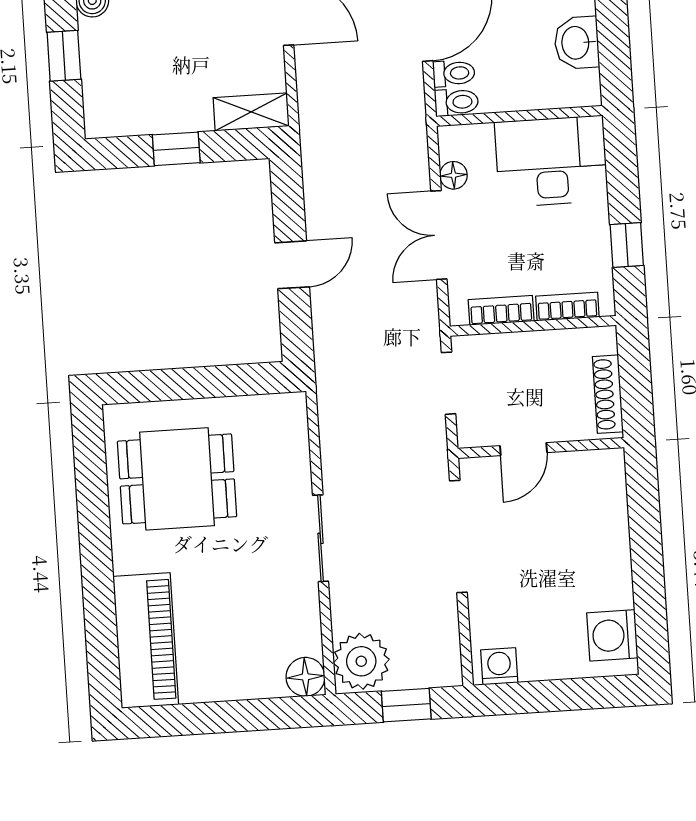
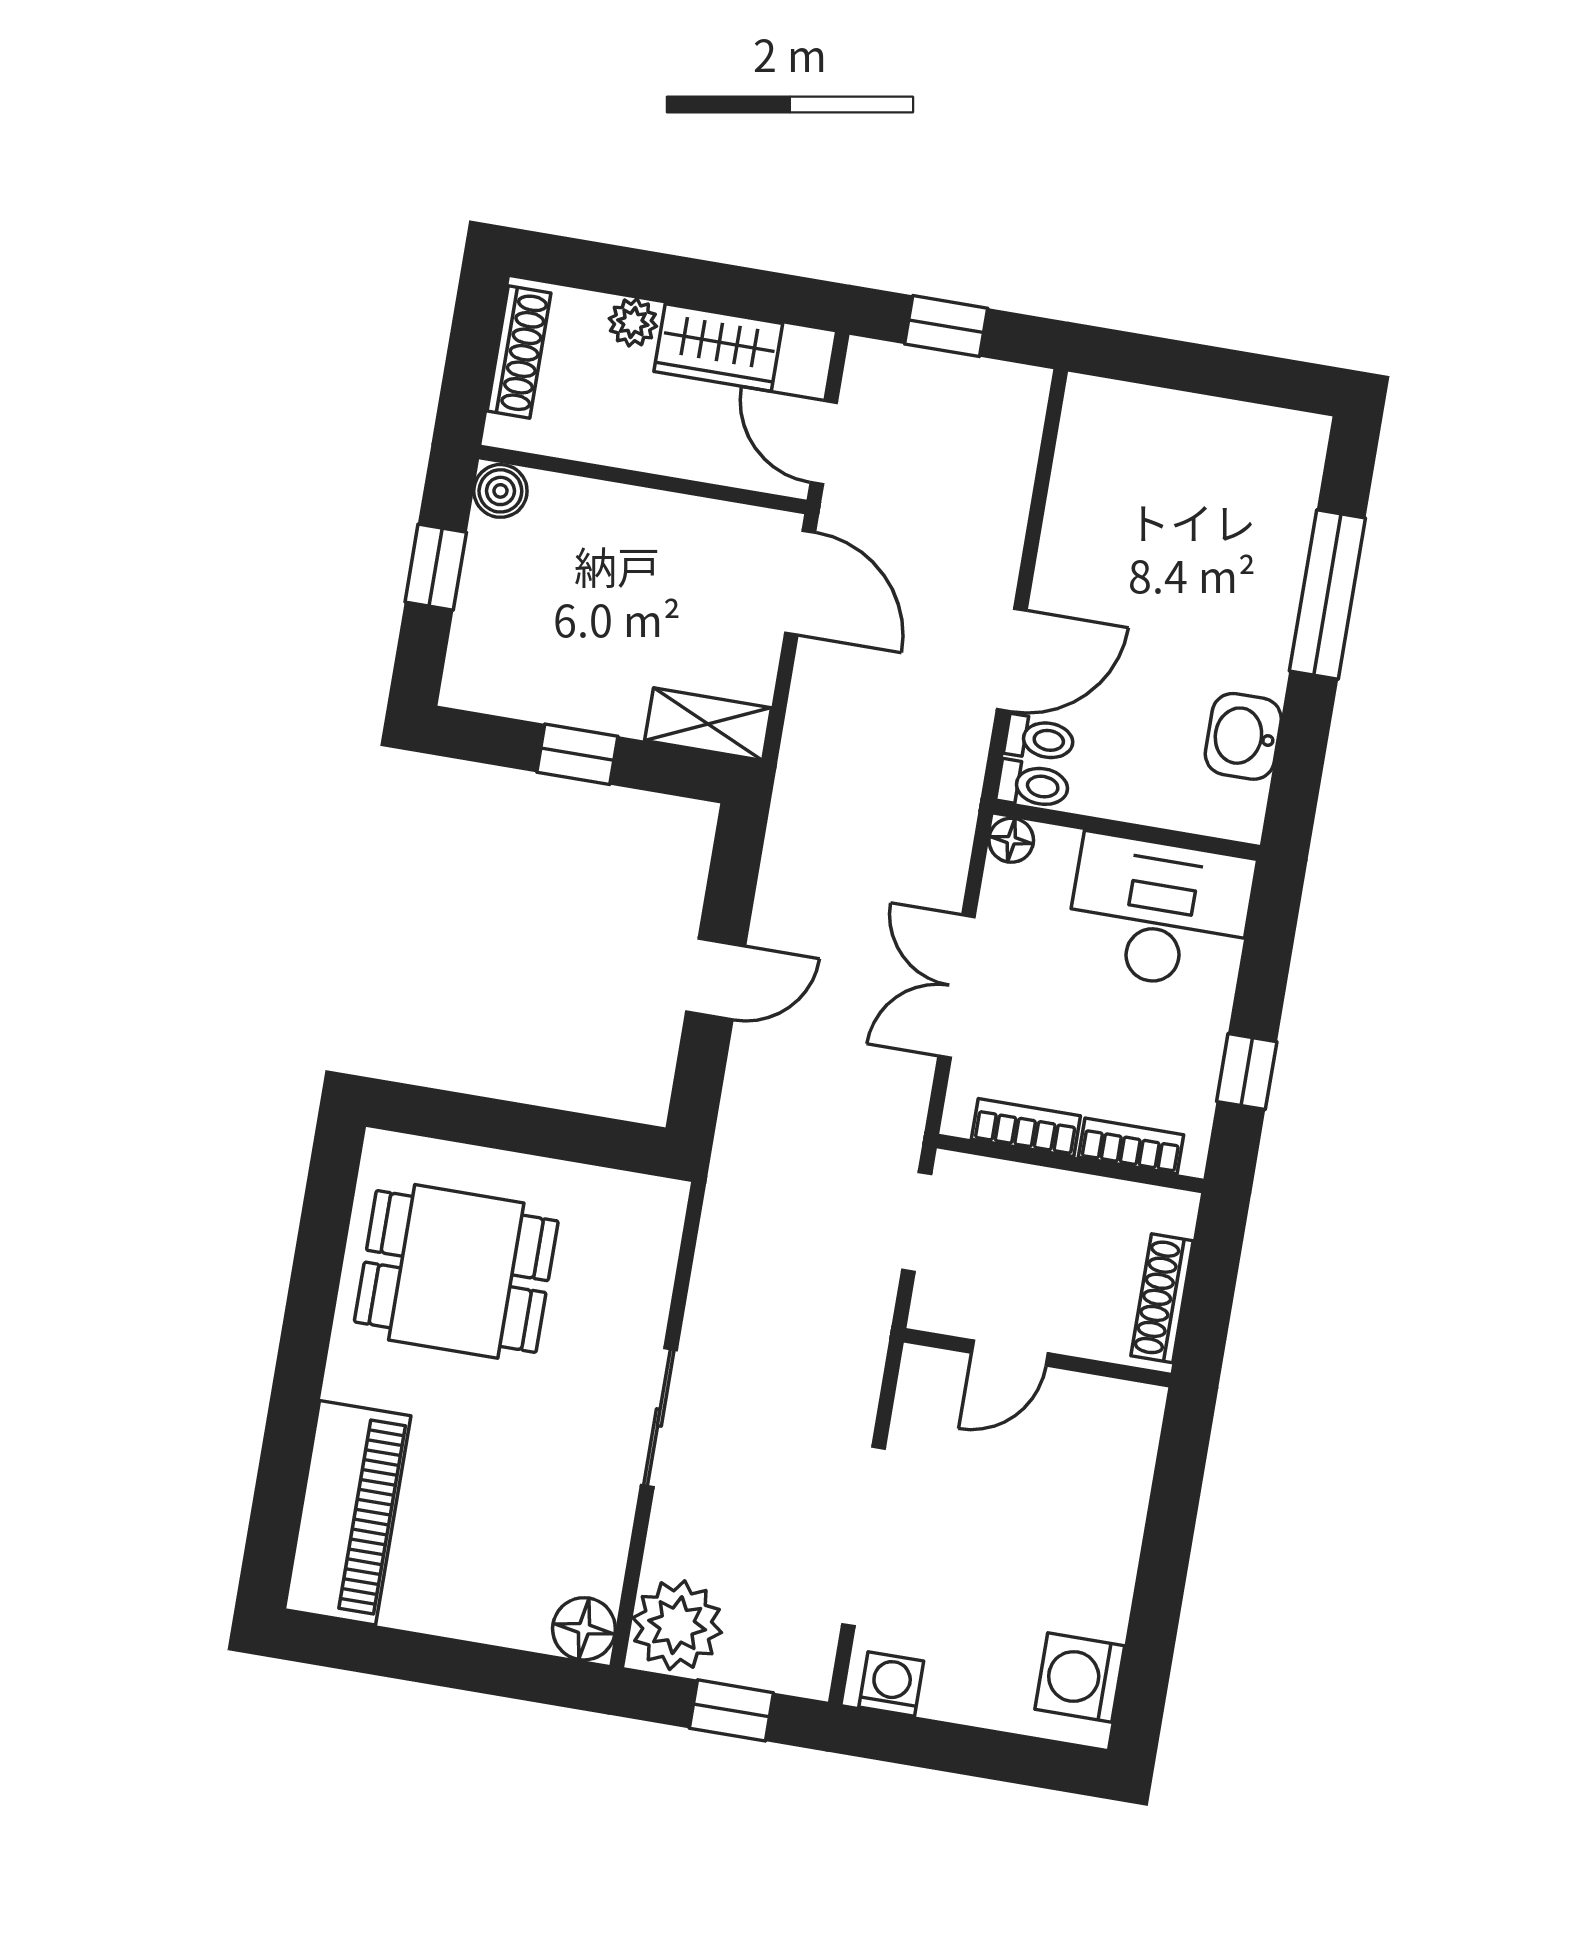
floor lamp: (453, 175) -> (1011, 840), moved
doorway: (458, 536) -> (864, 1536), moved

